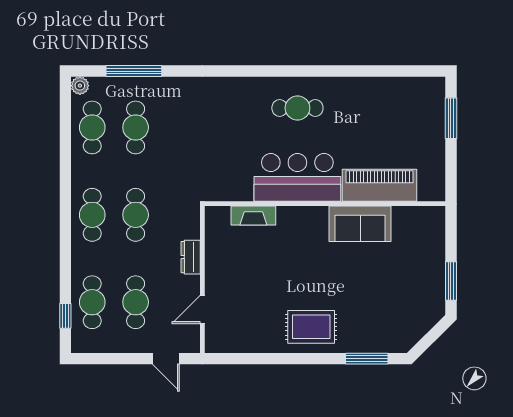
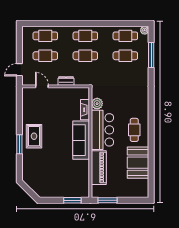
booth: (369, 100) -> (138, 163), added
window: (451, 118) -> (108, 200), moved
plant: (240, 189) -> (97, 104), added
sofa: (360, 224) -> (81, 140), moved, width x1.36
window: (451, 281) -> (72, 200), moved
window: (65, 316) -> (39, 24), removed
window: (367, 359) -> (19, 144), moved

